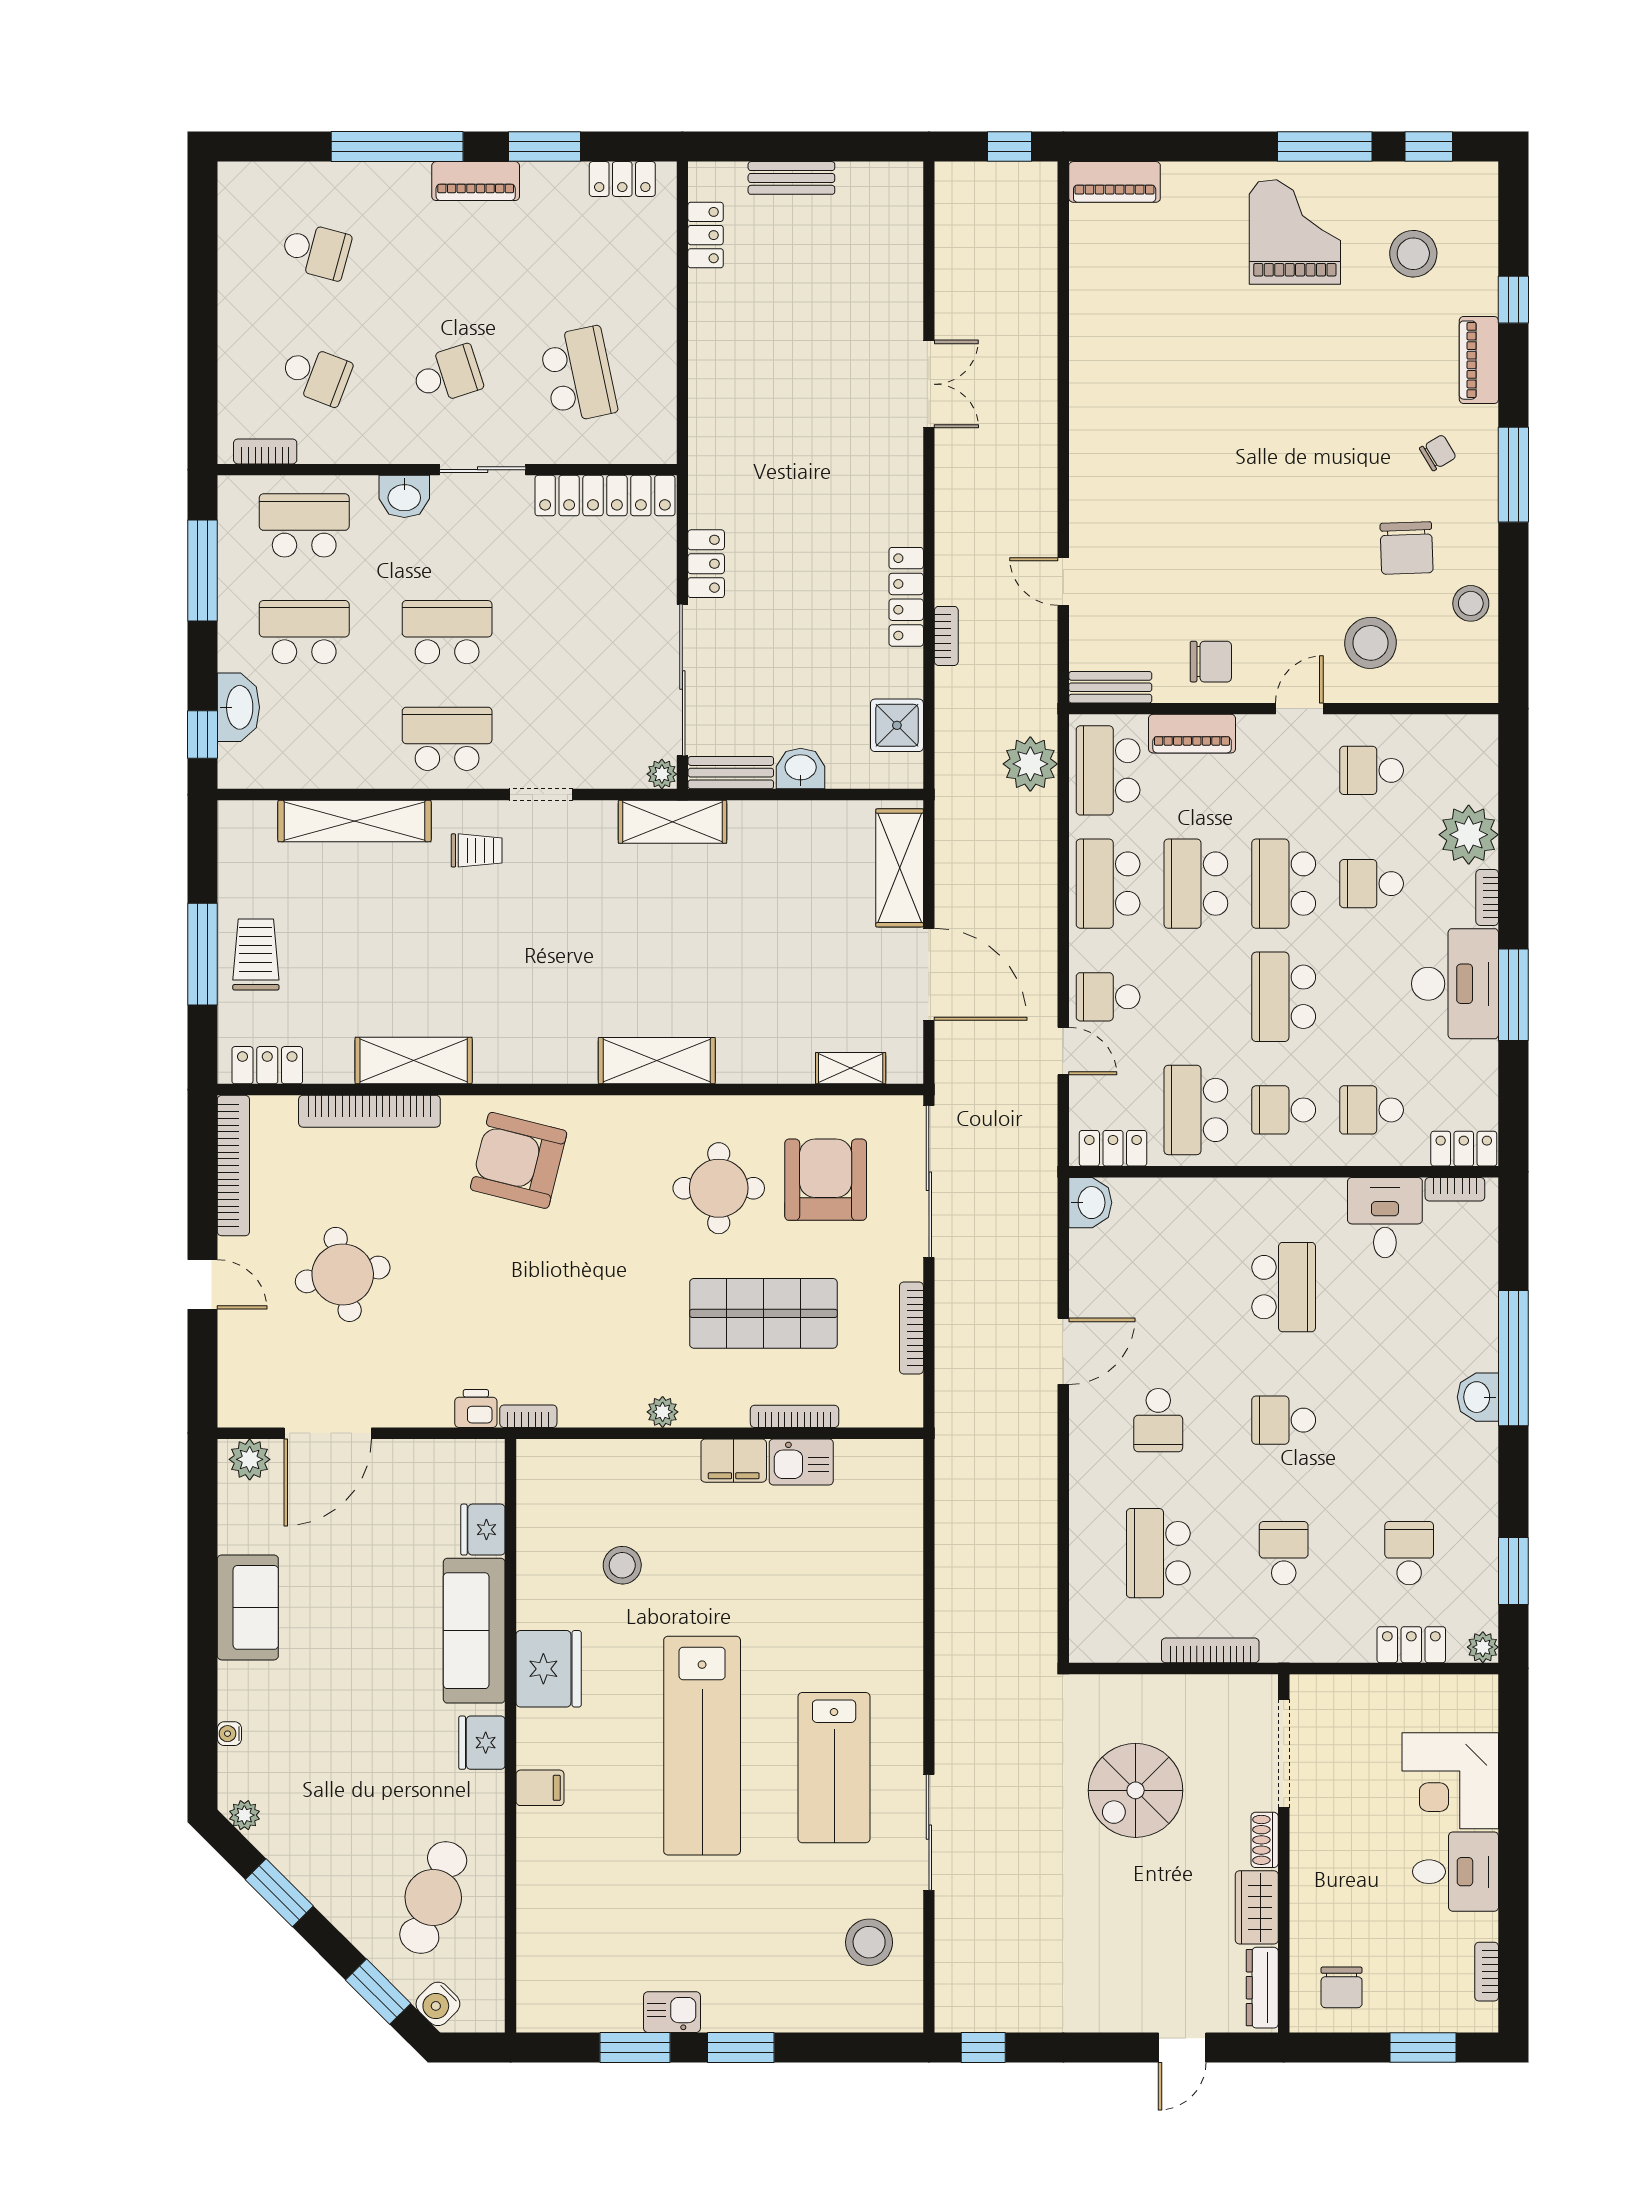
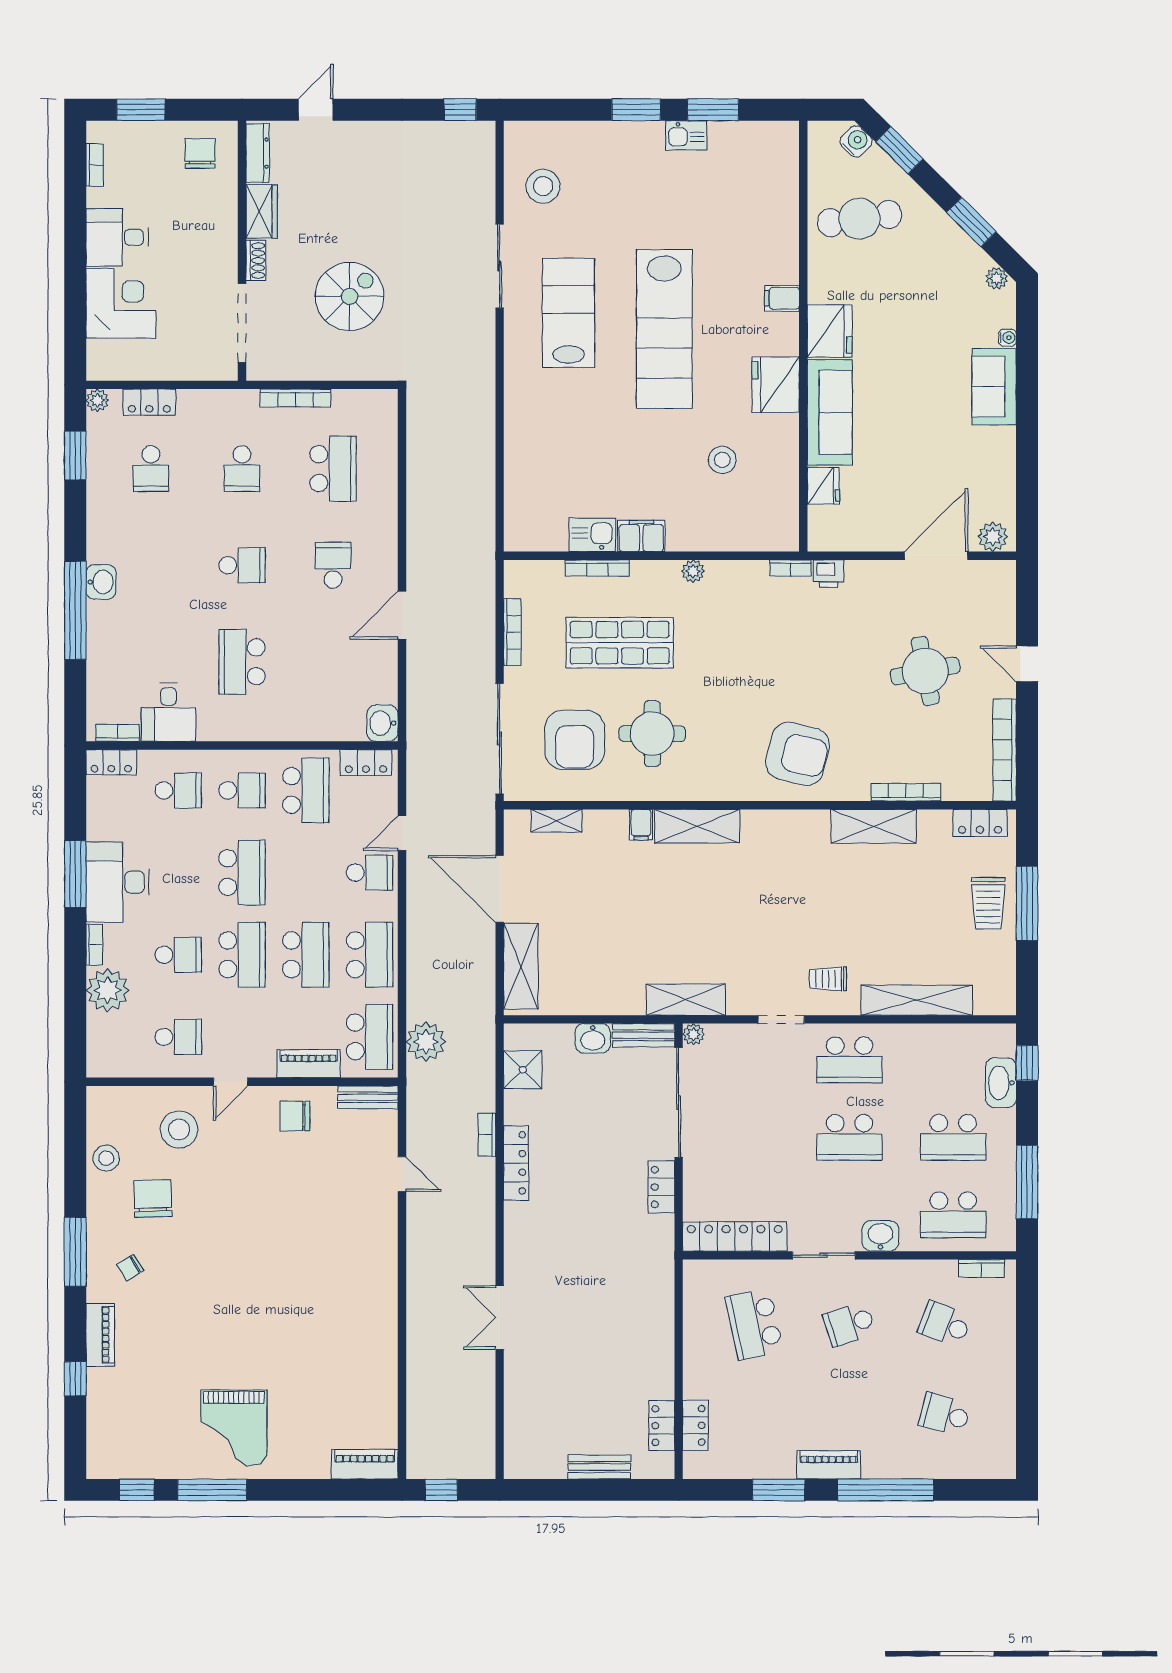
locker: (622, 179) -> (695, 1425), moved, turned 90
stool: (1413, 254) -> (148, 1412), removed
door: (1063, 1051) -> (402, 833), hinge flipped
filing cabinet: (734, 1063) -> (641, 825), added
bookcase: (369, 1111) -> (906, 792), width x0.68, depth x0.76
sofa: (248, 1607) -> (994, 387), moved
fridge: (482, 1743) -> (830, 331), width x1.36, depth x1.34
lab bench: (702, 1746) -> (664, 329), turned 180
cafe table: (433, 1897) -> (859, 219), turned 62

